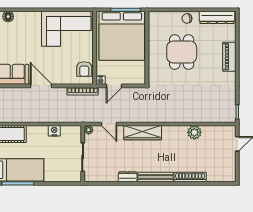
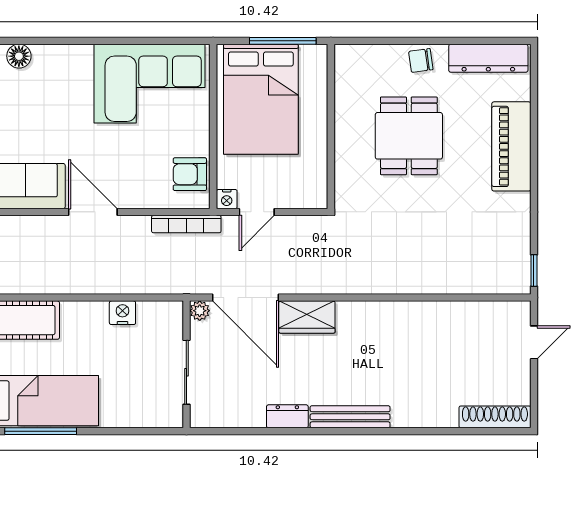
bed: (122, 36) -> (261, 99), width x0.73
piano: (229, 57) -> (511, 146), width x1.37, depth x1.33
armchair: (84, 69) -> (190, 174), turned 90
door: (109, 124) -> (246, 298), width x1.87
plant: (194, 132) -> (438, 316), removed
wardrobe: (143, 133) -> (307, 317), width x0.67
shoe rack: (190, 177) -> (495, 417), moved

